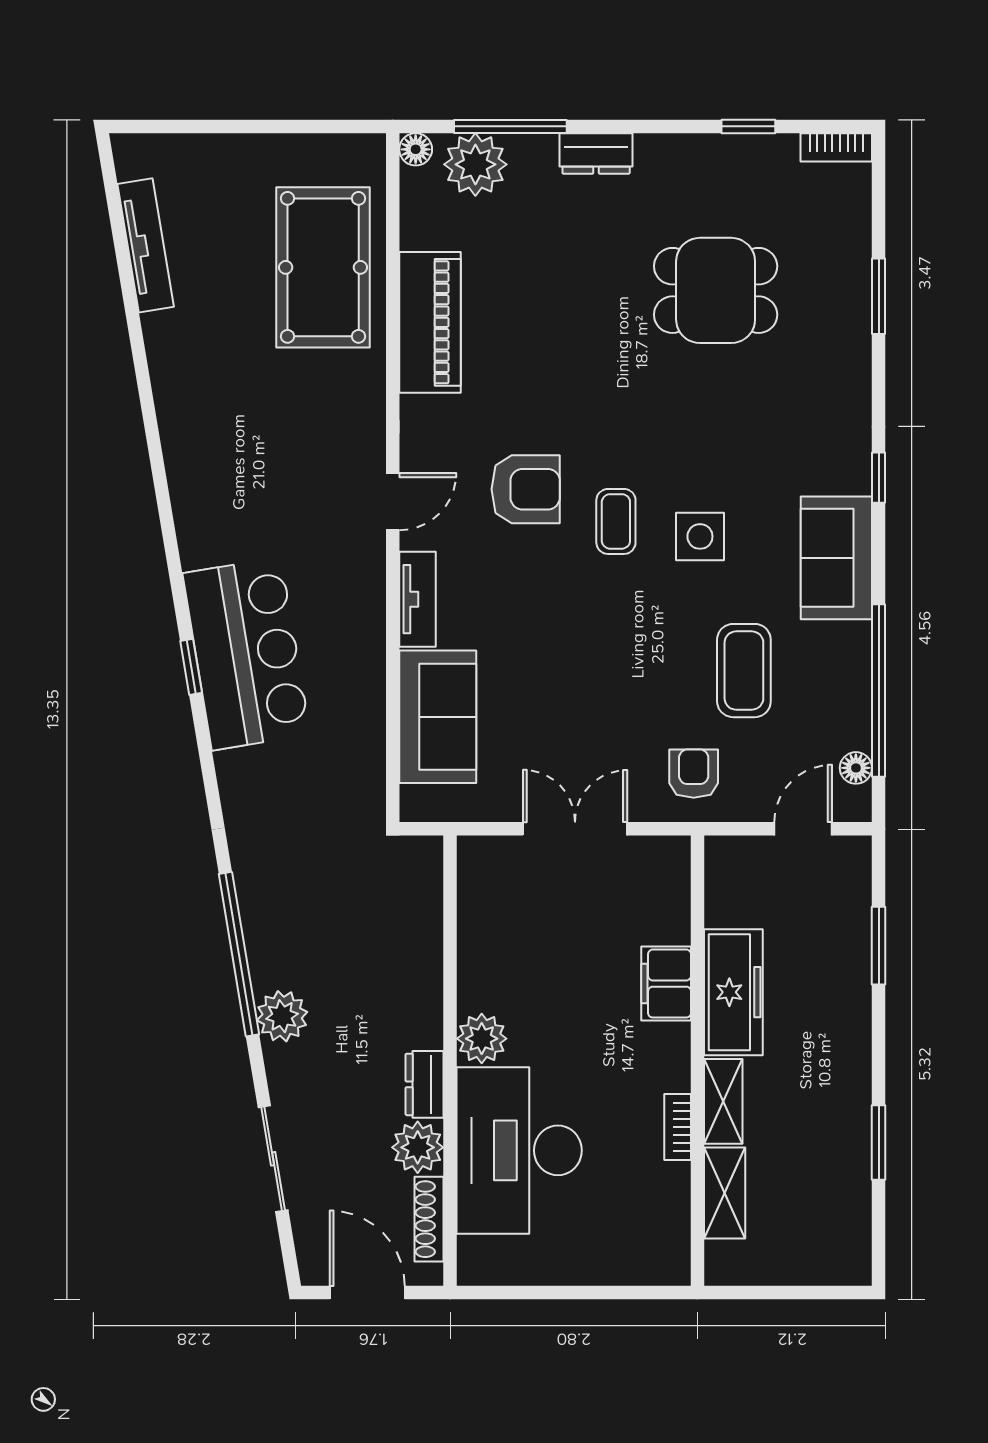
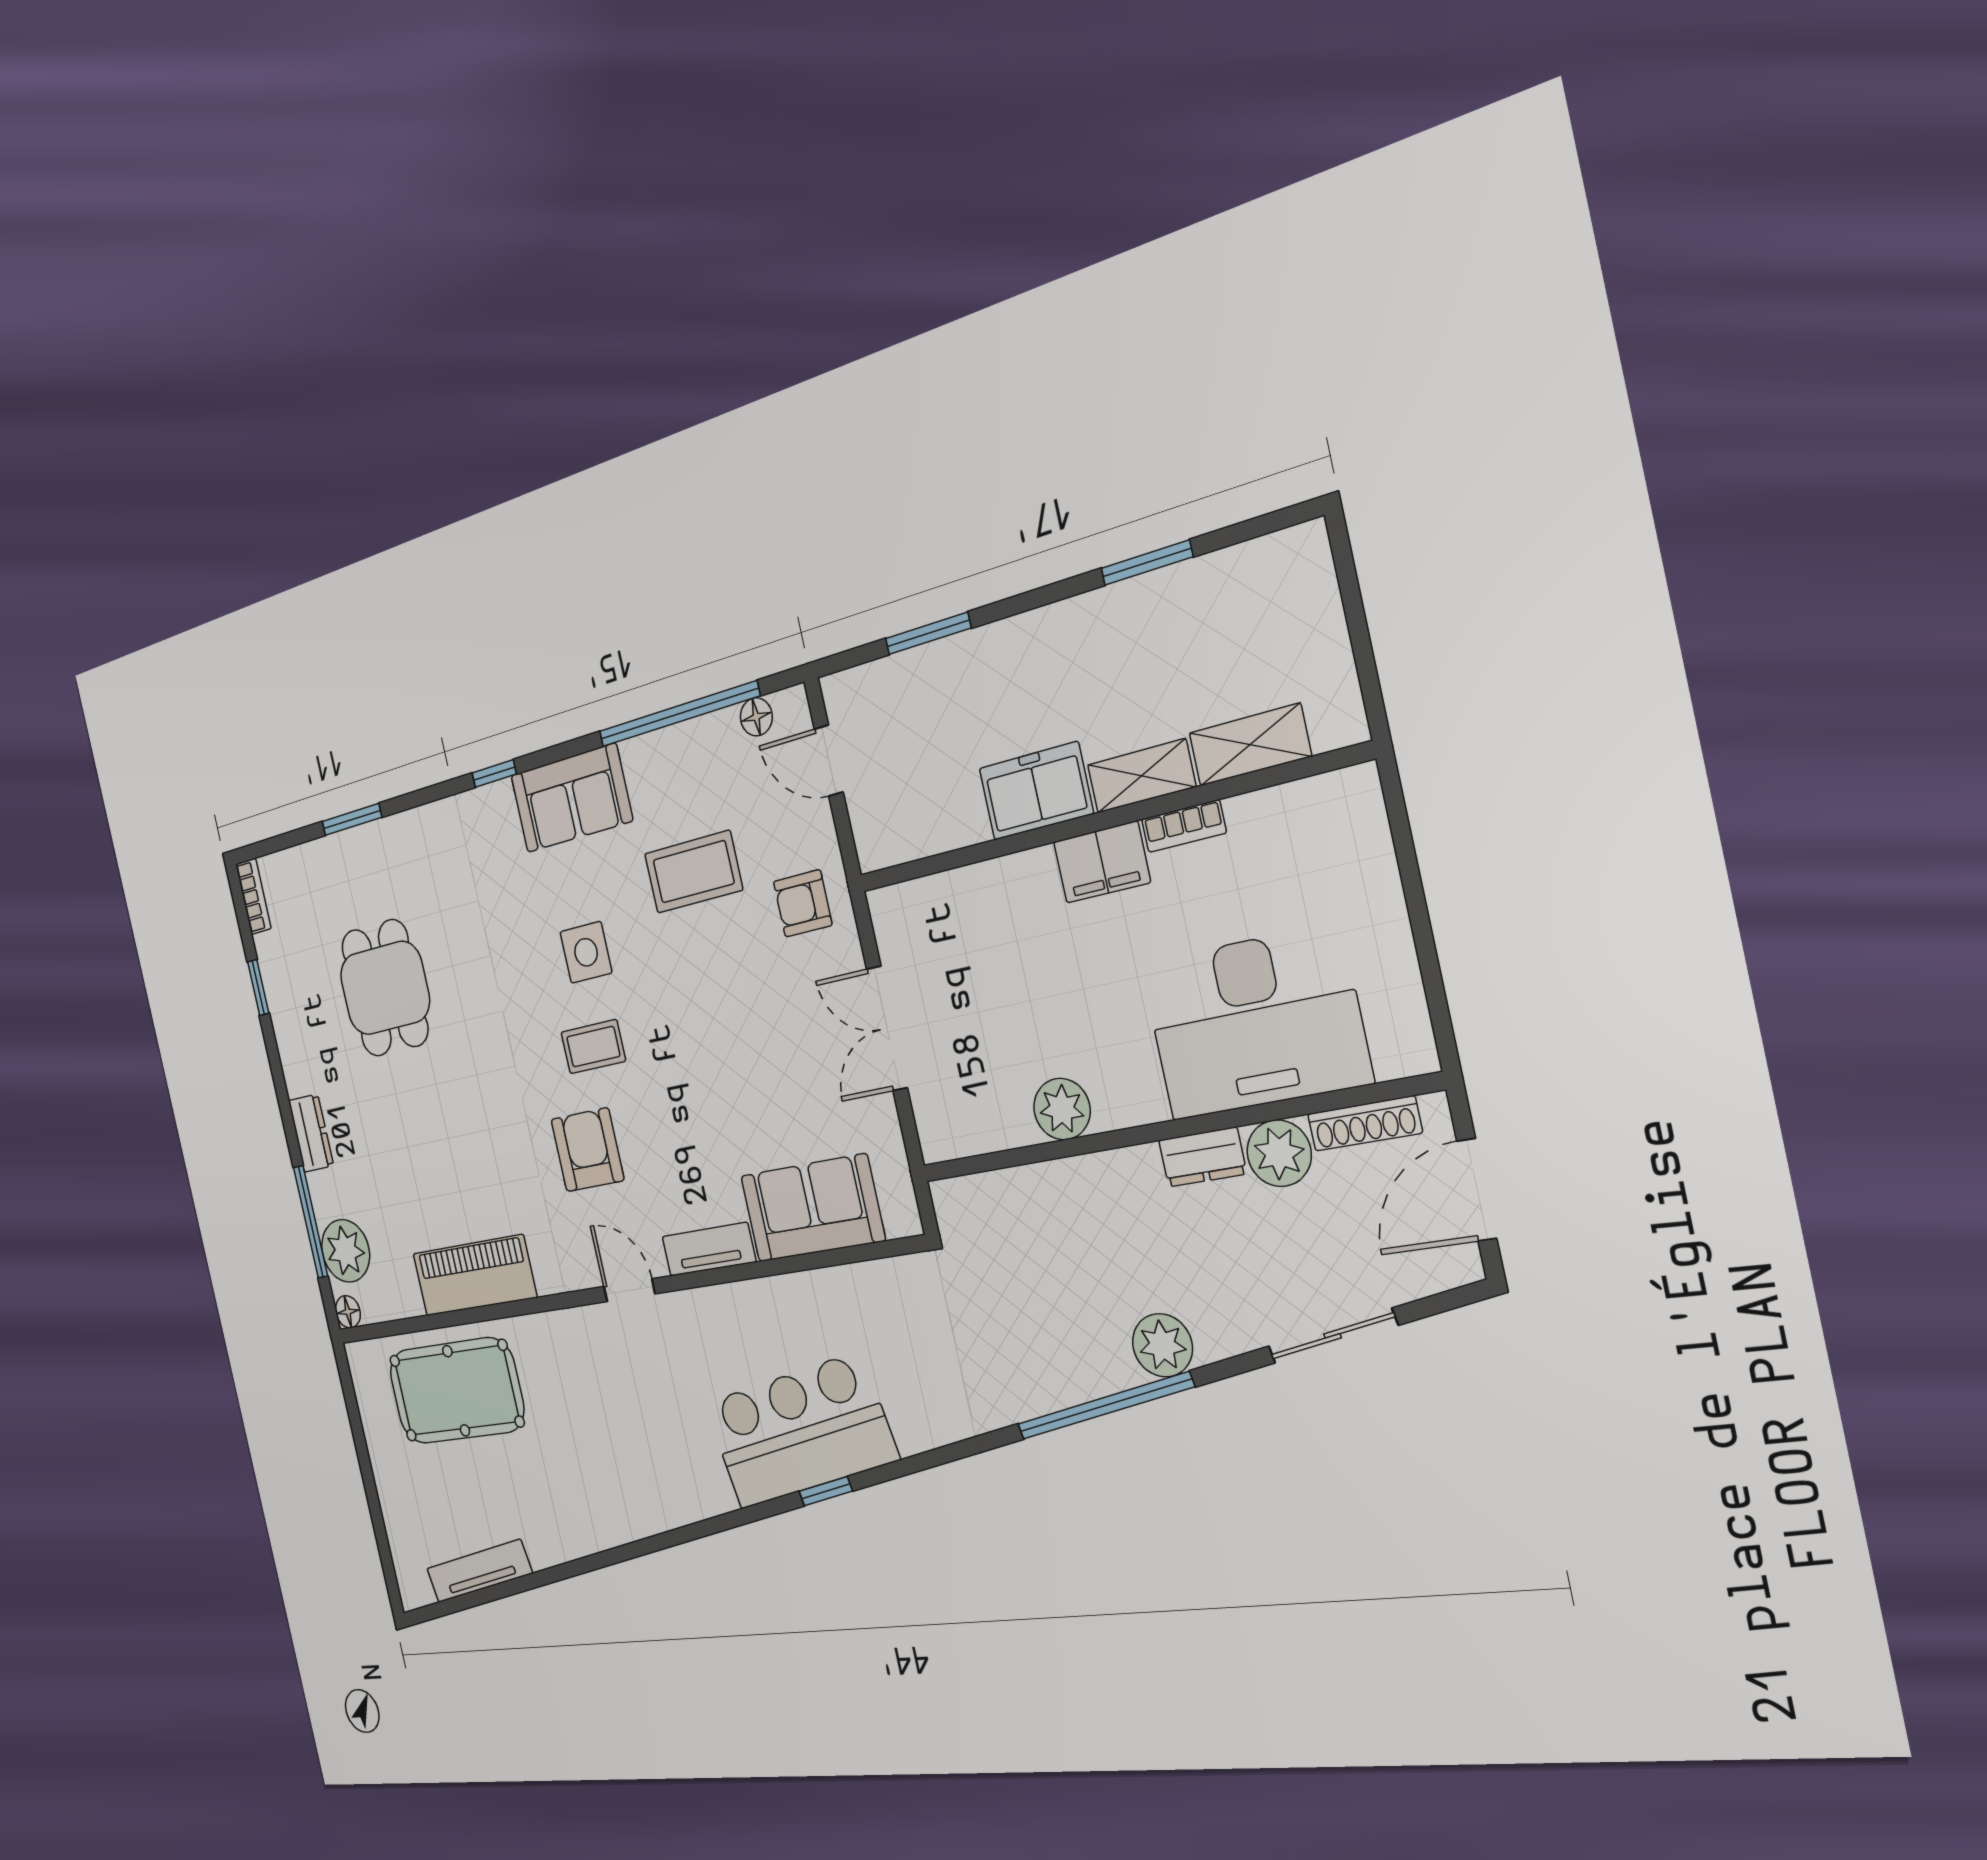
filing cabinet: (666, 984) -> (1102, 862), moved
freezer: (733, 992) -> (1036, 791), width x0.71
plant: (482, 1039) -> (1062, 1109), moved

